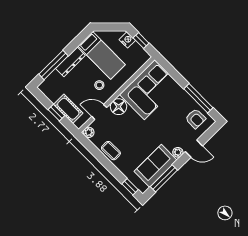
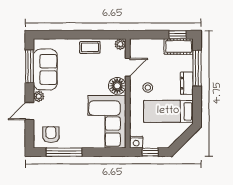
nightstand: (127, 40) -> (136, 142), moved
dresser: (70, 62) -> (187, 83), width x0.70
cot: (68, 109) -> (179, 47), moved
window: (56, 113) -> (178, 35), moved
armchair: (195, 119) -> (51, 135), turned 90
window: (130, 187) -> (48, 35), removed

